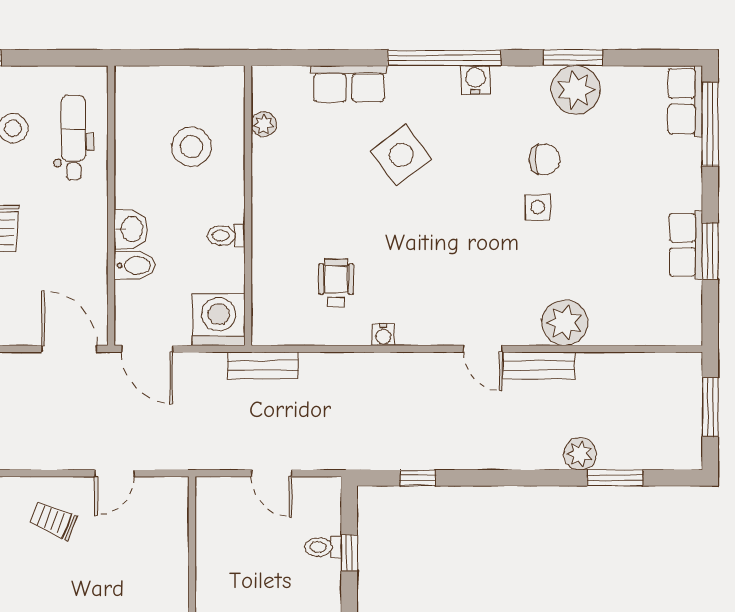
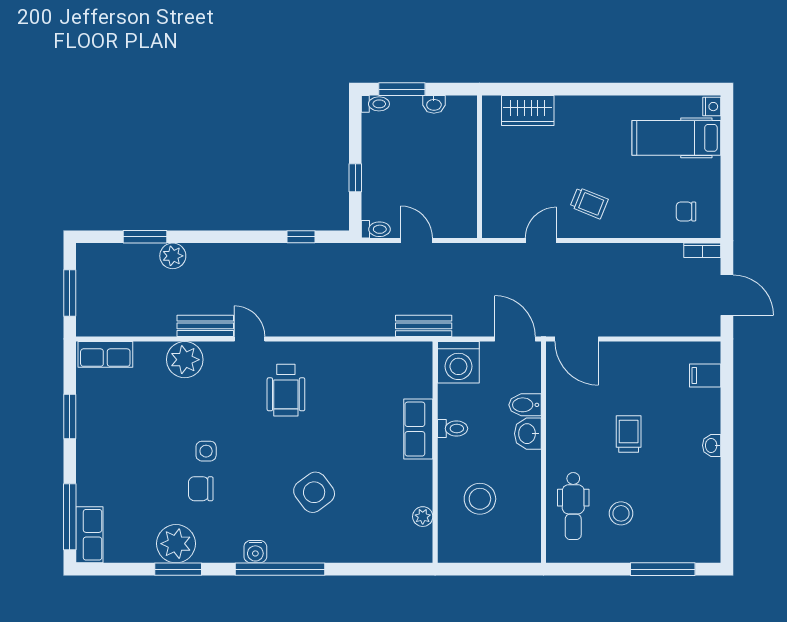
row of seats: (349, 84) -> (418, 429), moved, turned -90
row of seats: (686, 245) -> (105, 354), moved, turned 90
wheelchair: (336, 283) -> (286, 390), moved, width x1.36, depth x1.37
water cooler: (383, 335) -> (328, 350), removed
toilet: (323, 547) -> (376, 229), moved

